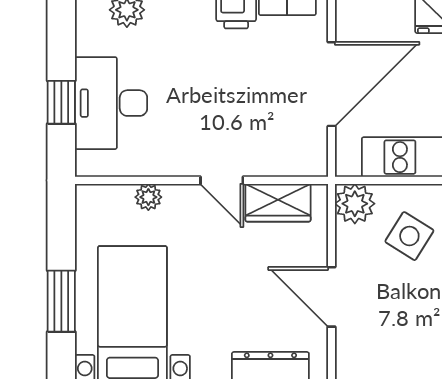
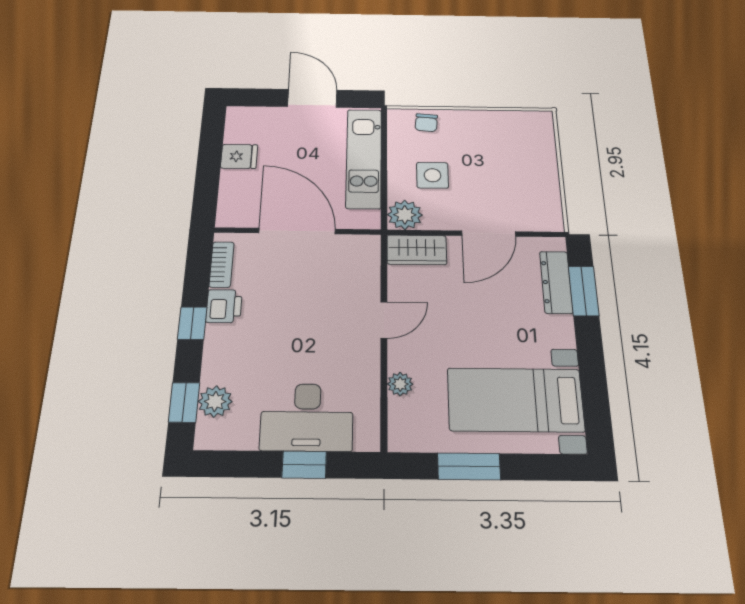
wardrobe: (278, 203) -> (417, 250), moved, turned 90
side table: (409, 236) -> (432, 175), turned -32
window: (61, 301) -> (469, 466), moved

